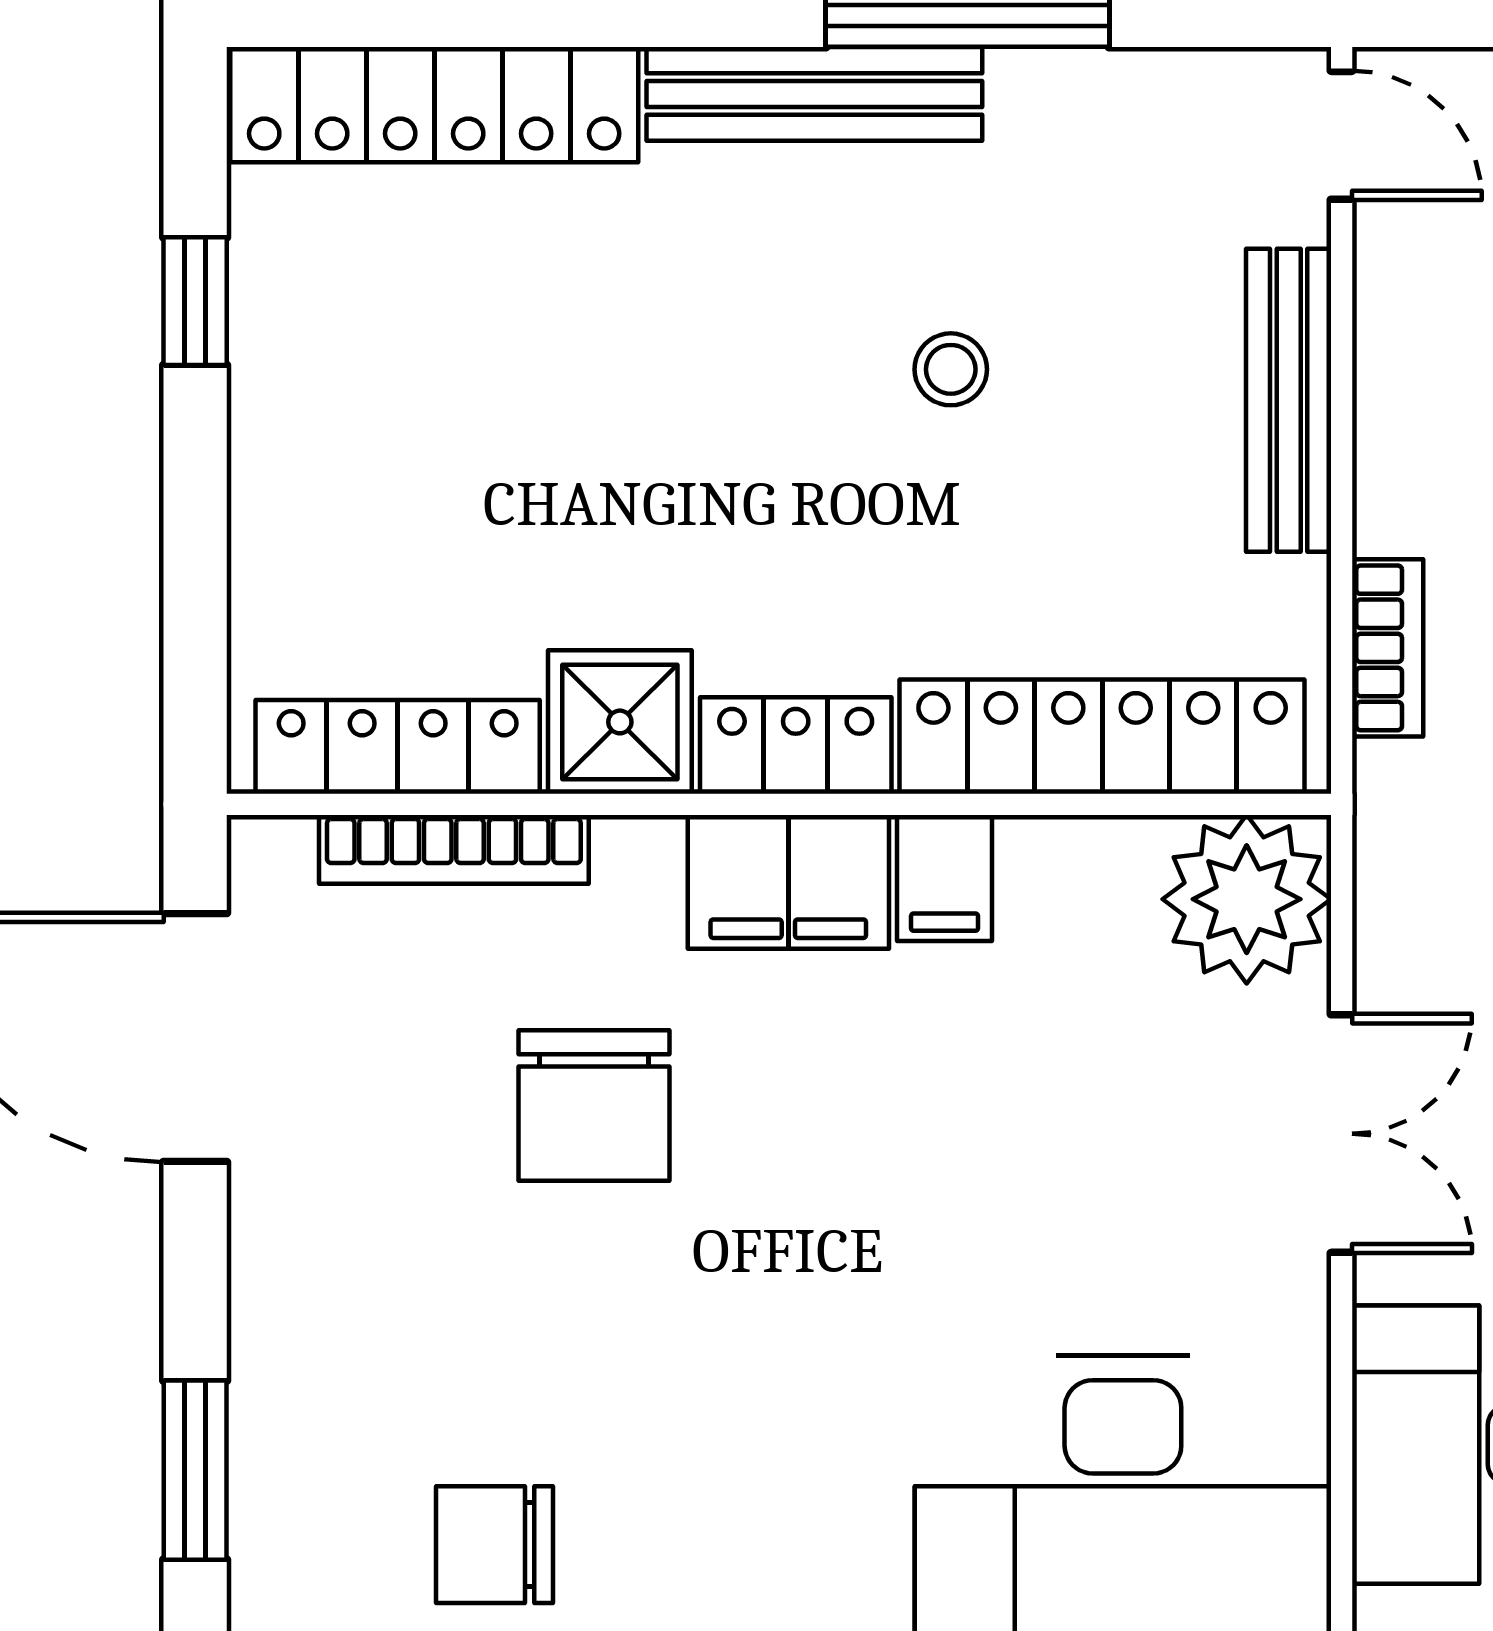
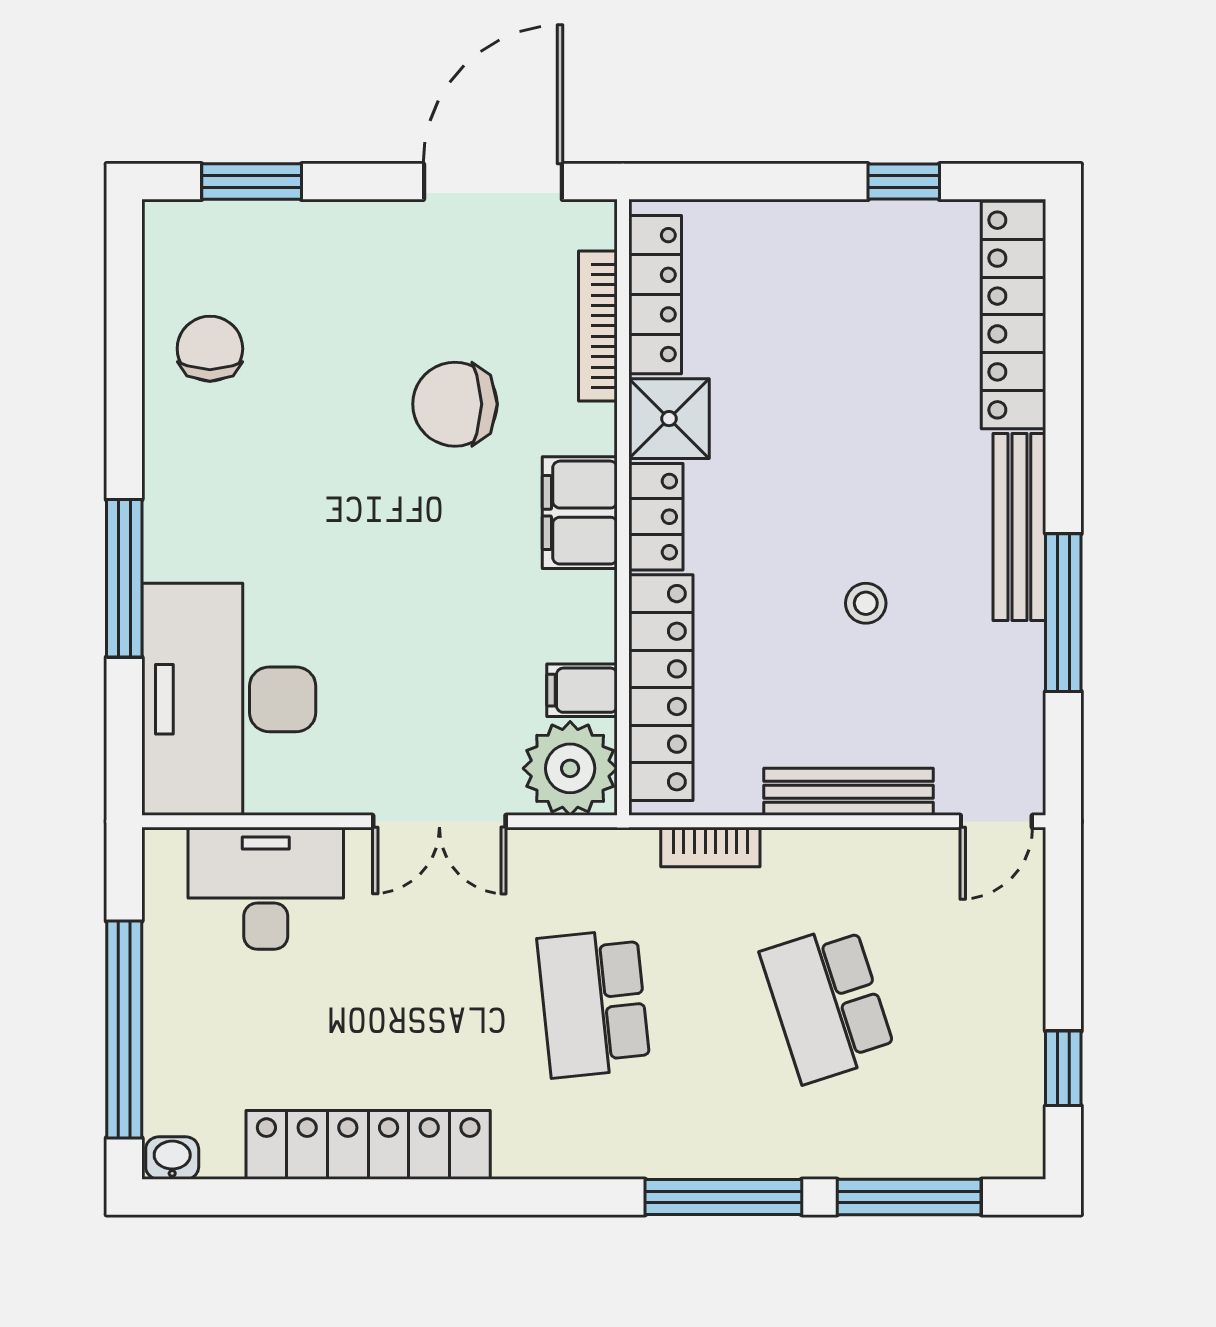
filing cabinet: (945, 878) -> (582, 690), moved

